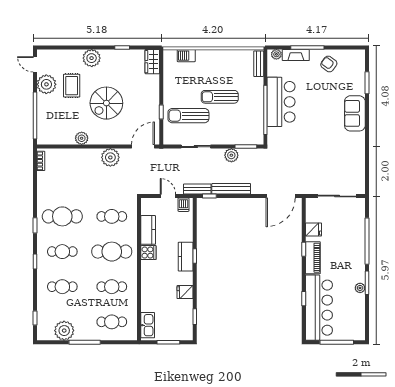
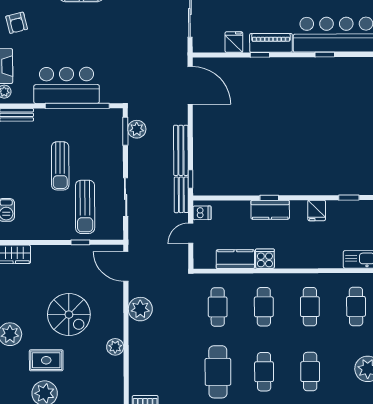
armchair: (329, 64) -> (17, 23), turned -50
plant: (231, 155) -> (137, 129), moved
cafe table: (112, 252) -> (264, 307), width x0.73, depth x0.74

